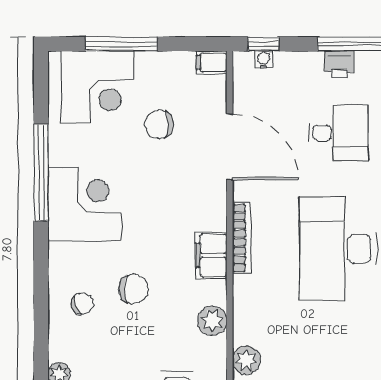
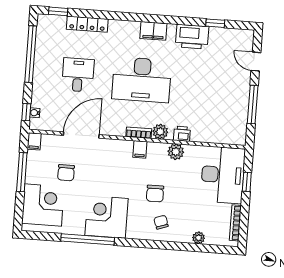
window: (122, 44) -> (22, 172), moved
printer: (339, 64) -> (182, 134), moved, turned -90
bookcase: (241, 238) -> (139, 133), width x0.64
filing cabinet: (211, 255) -> (140, 149), width x0.50
chair: (133, 289) -> (155, 194), turned 180
plant: (246, 360) -> (160, 132), moved

